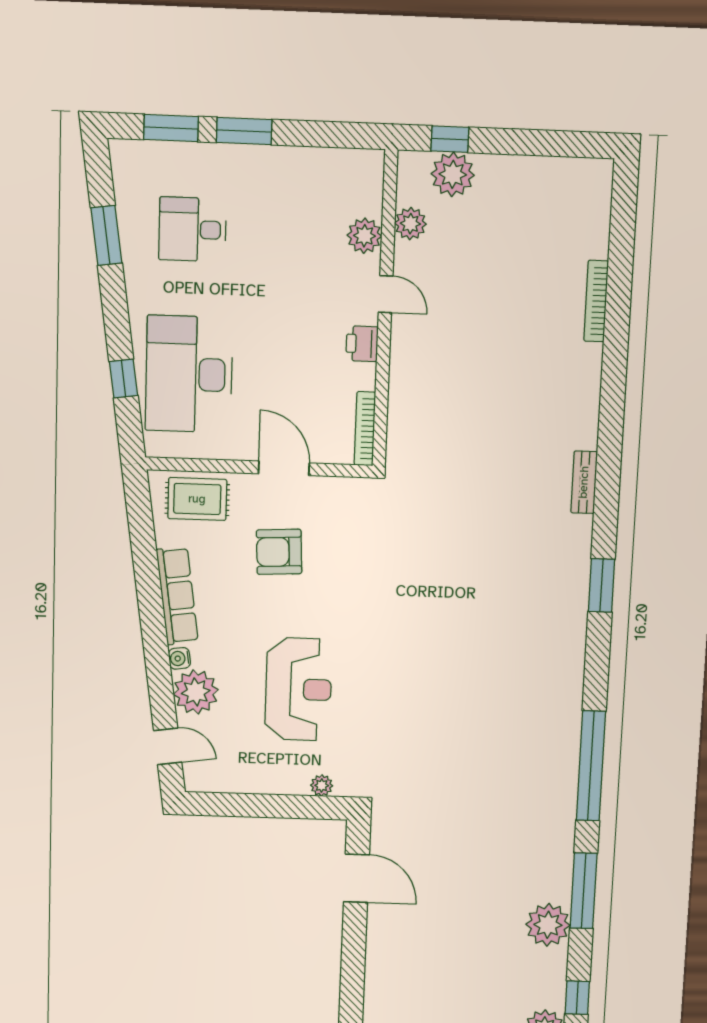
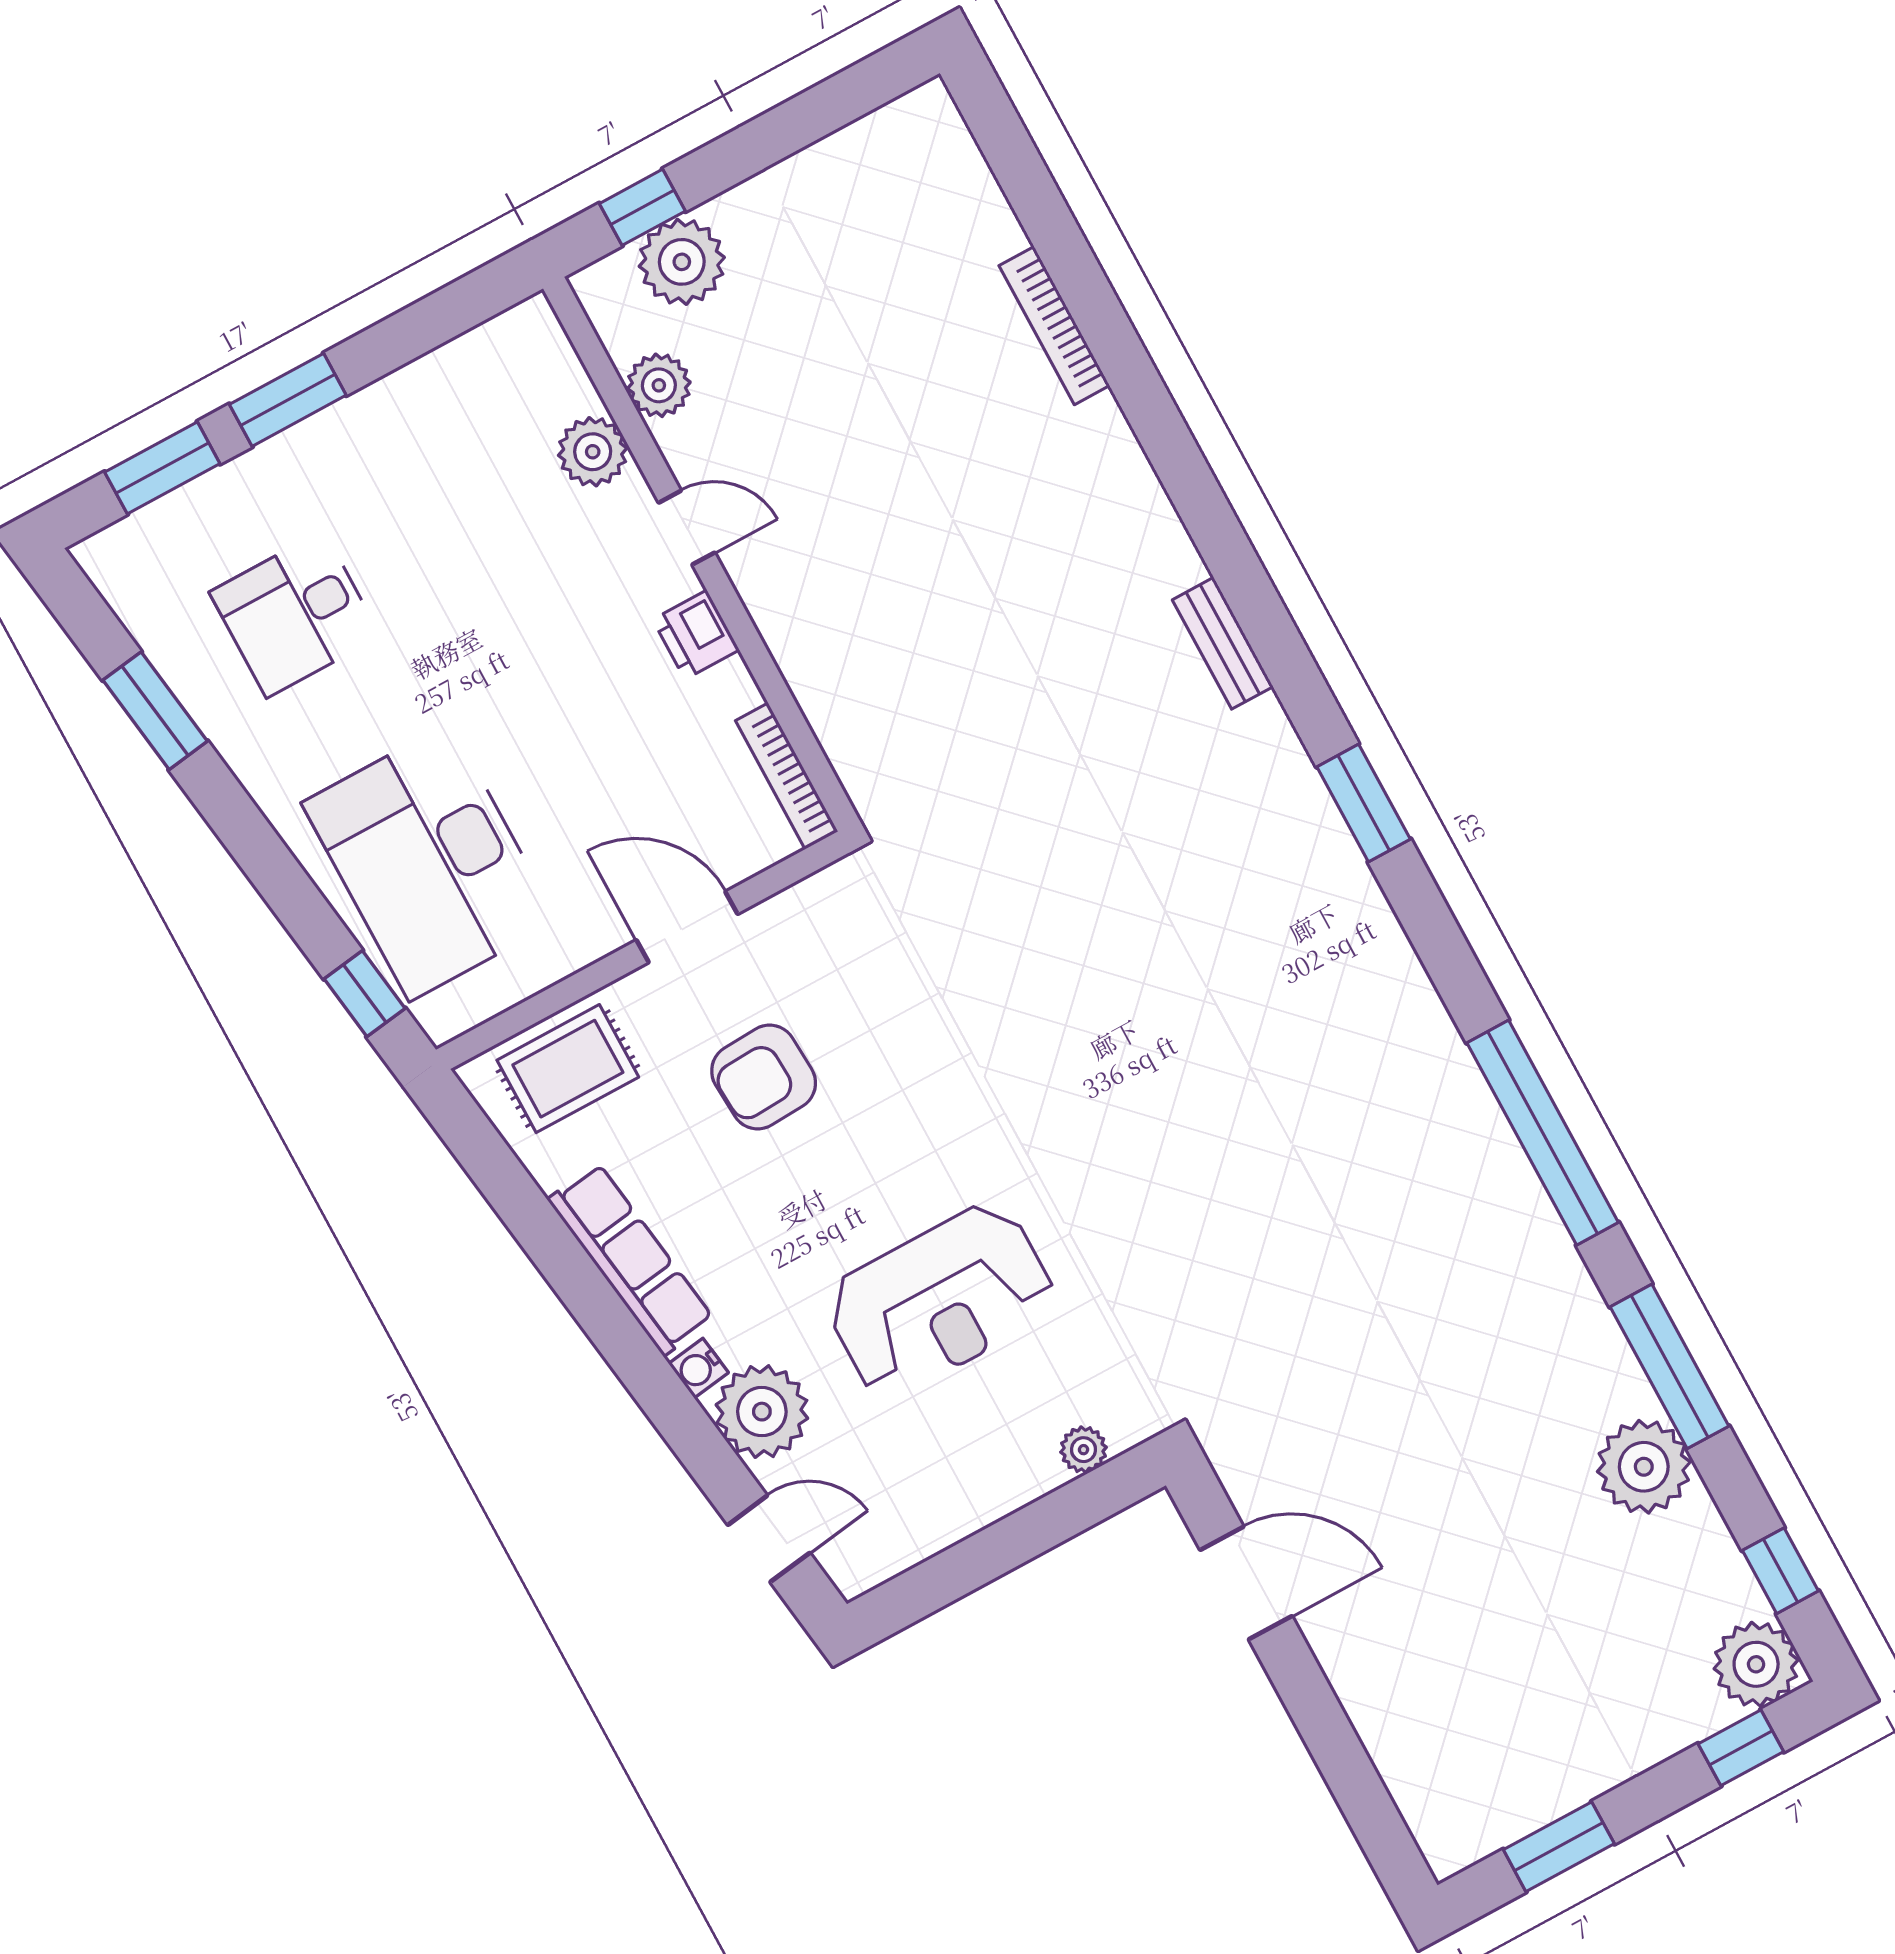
window: (124, 379) -> (365, 994), moved
reception desk: (298, 689) -> (940, 1300), turned 90

